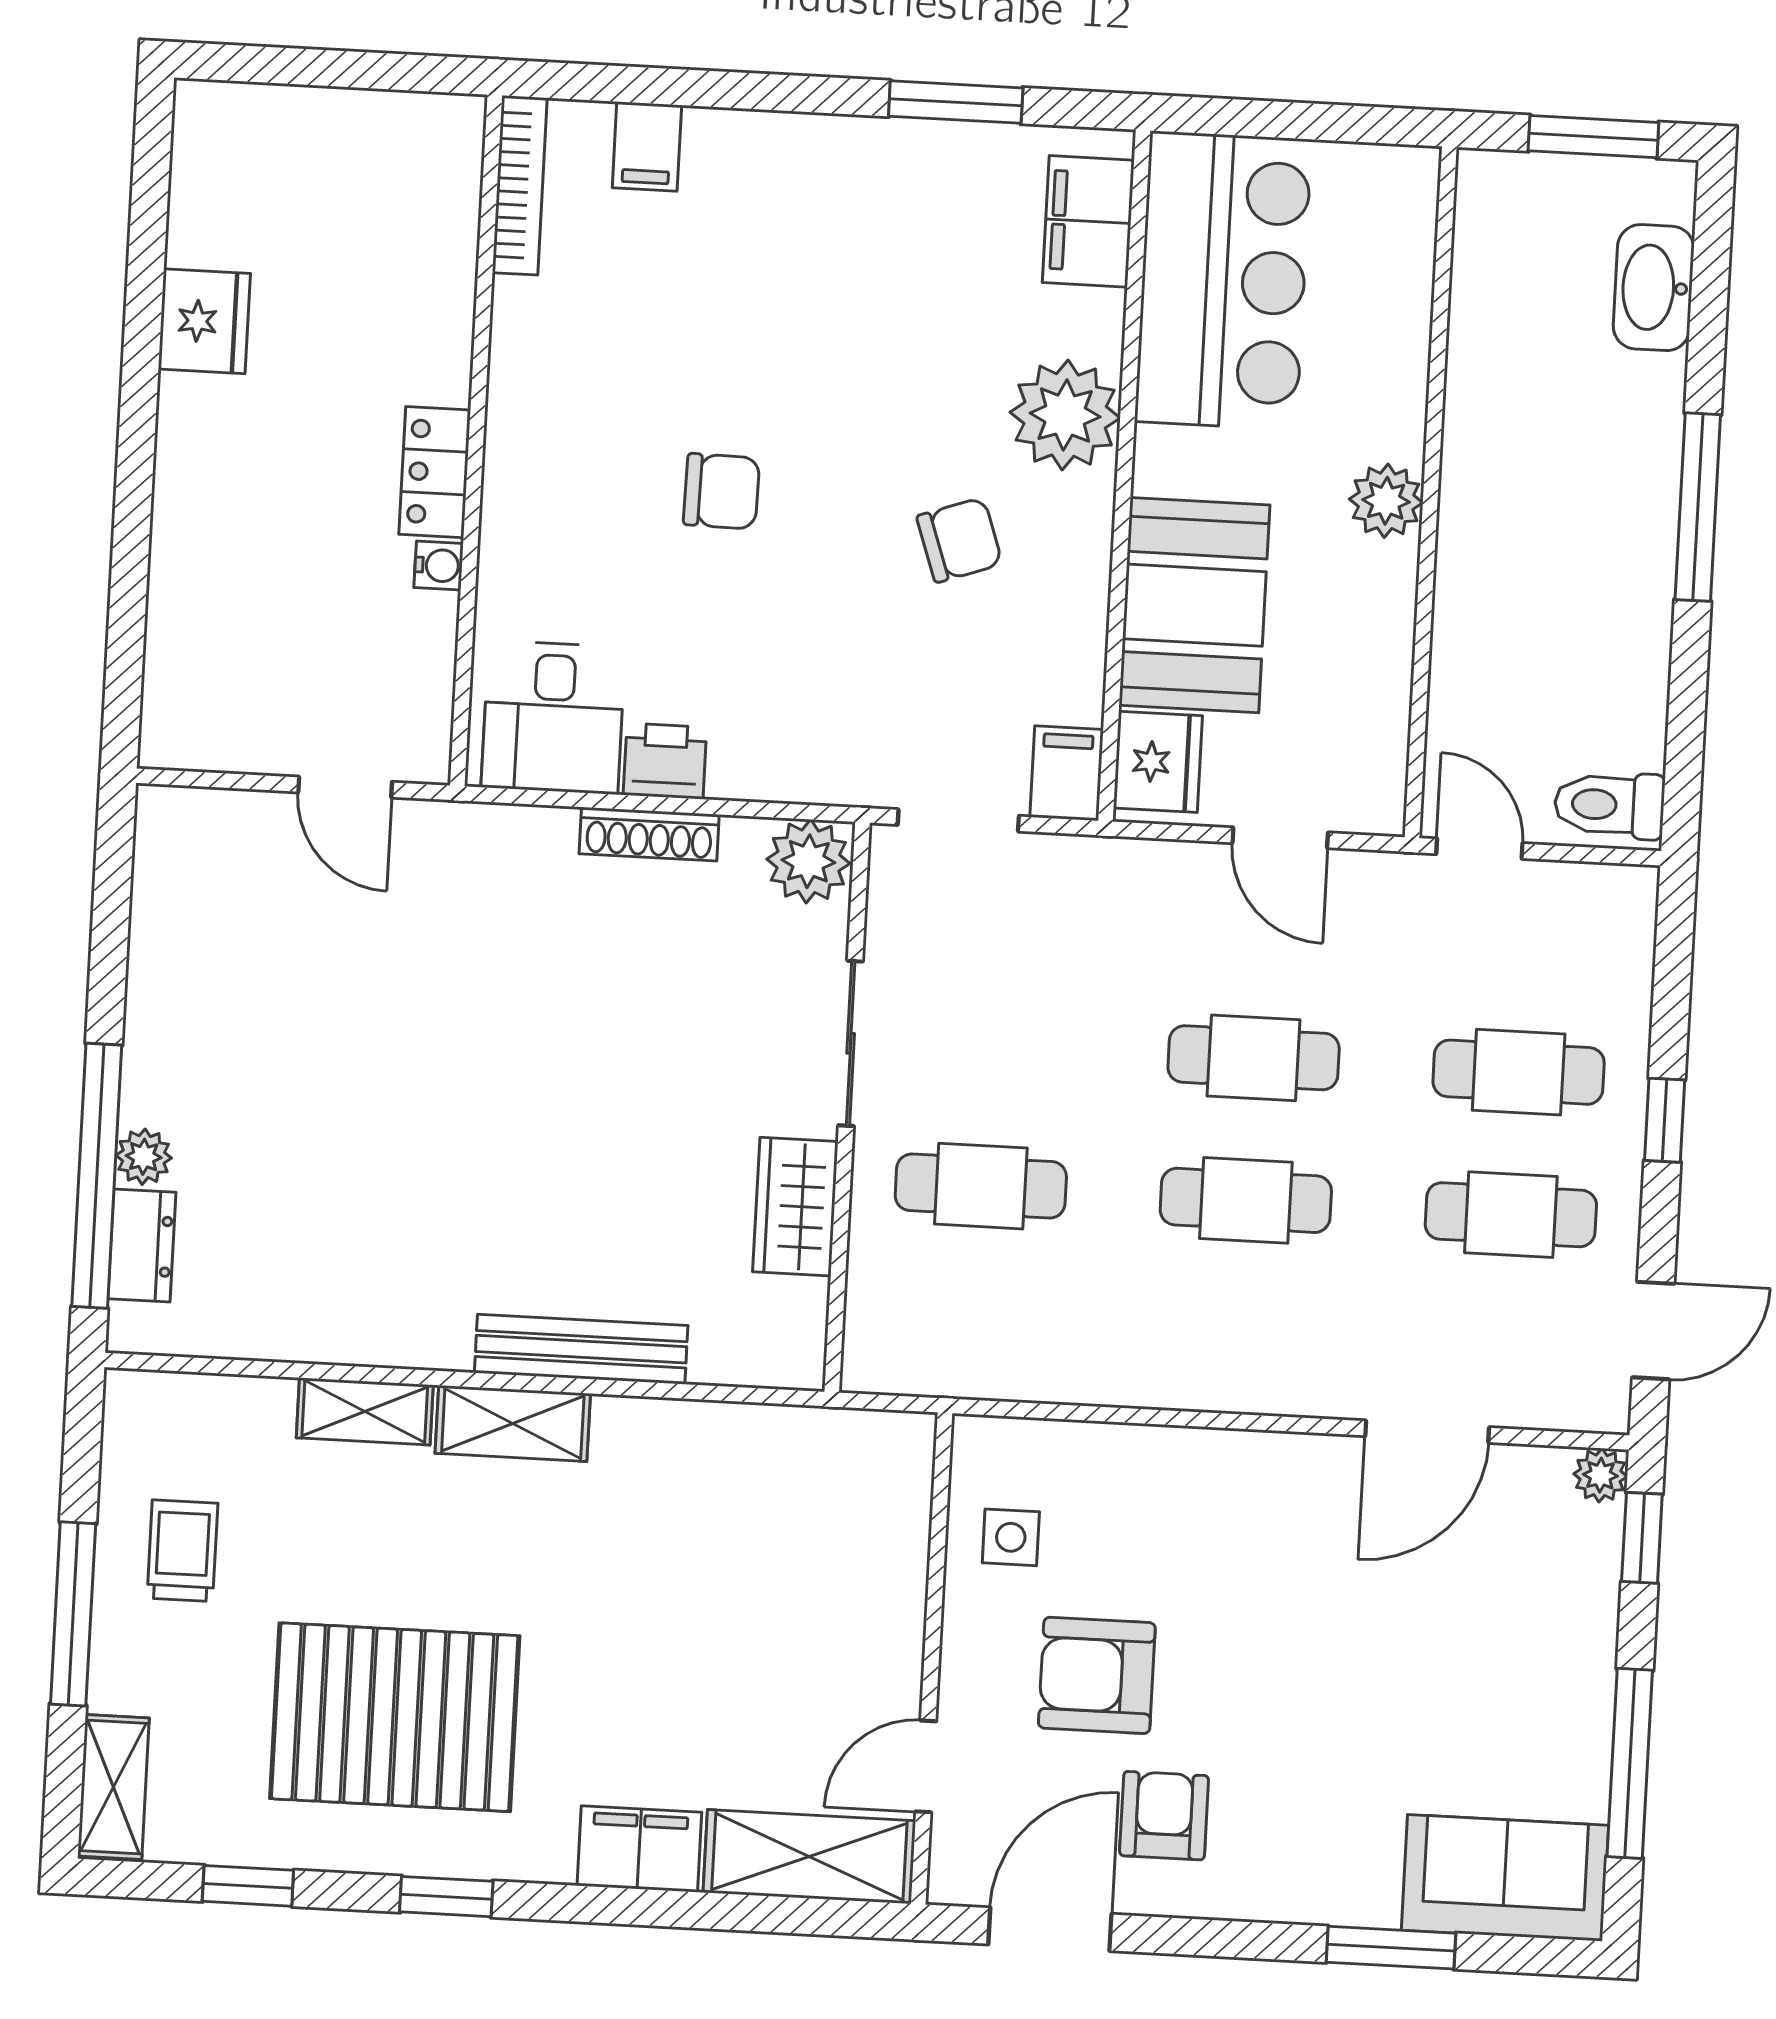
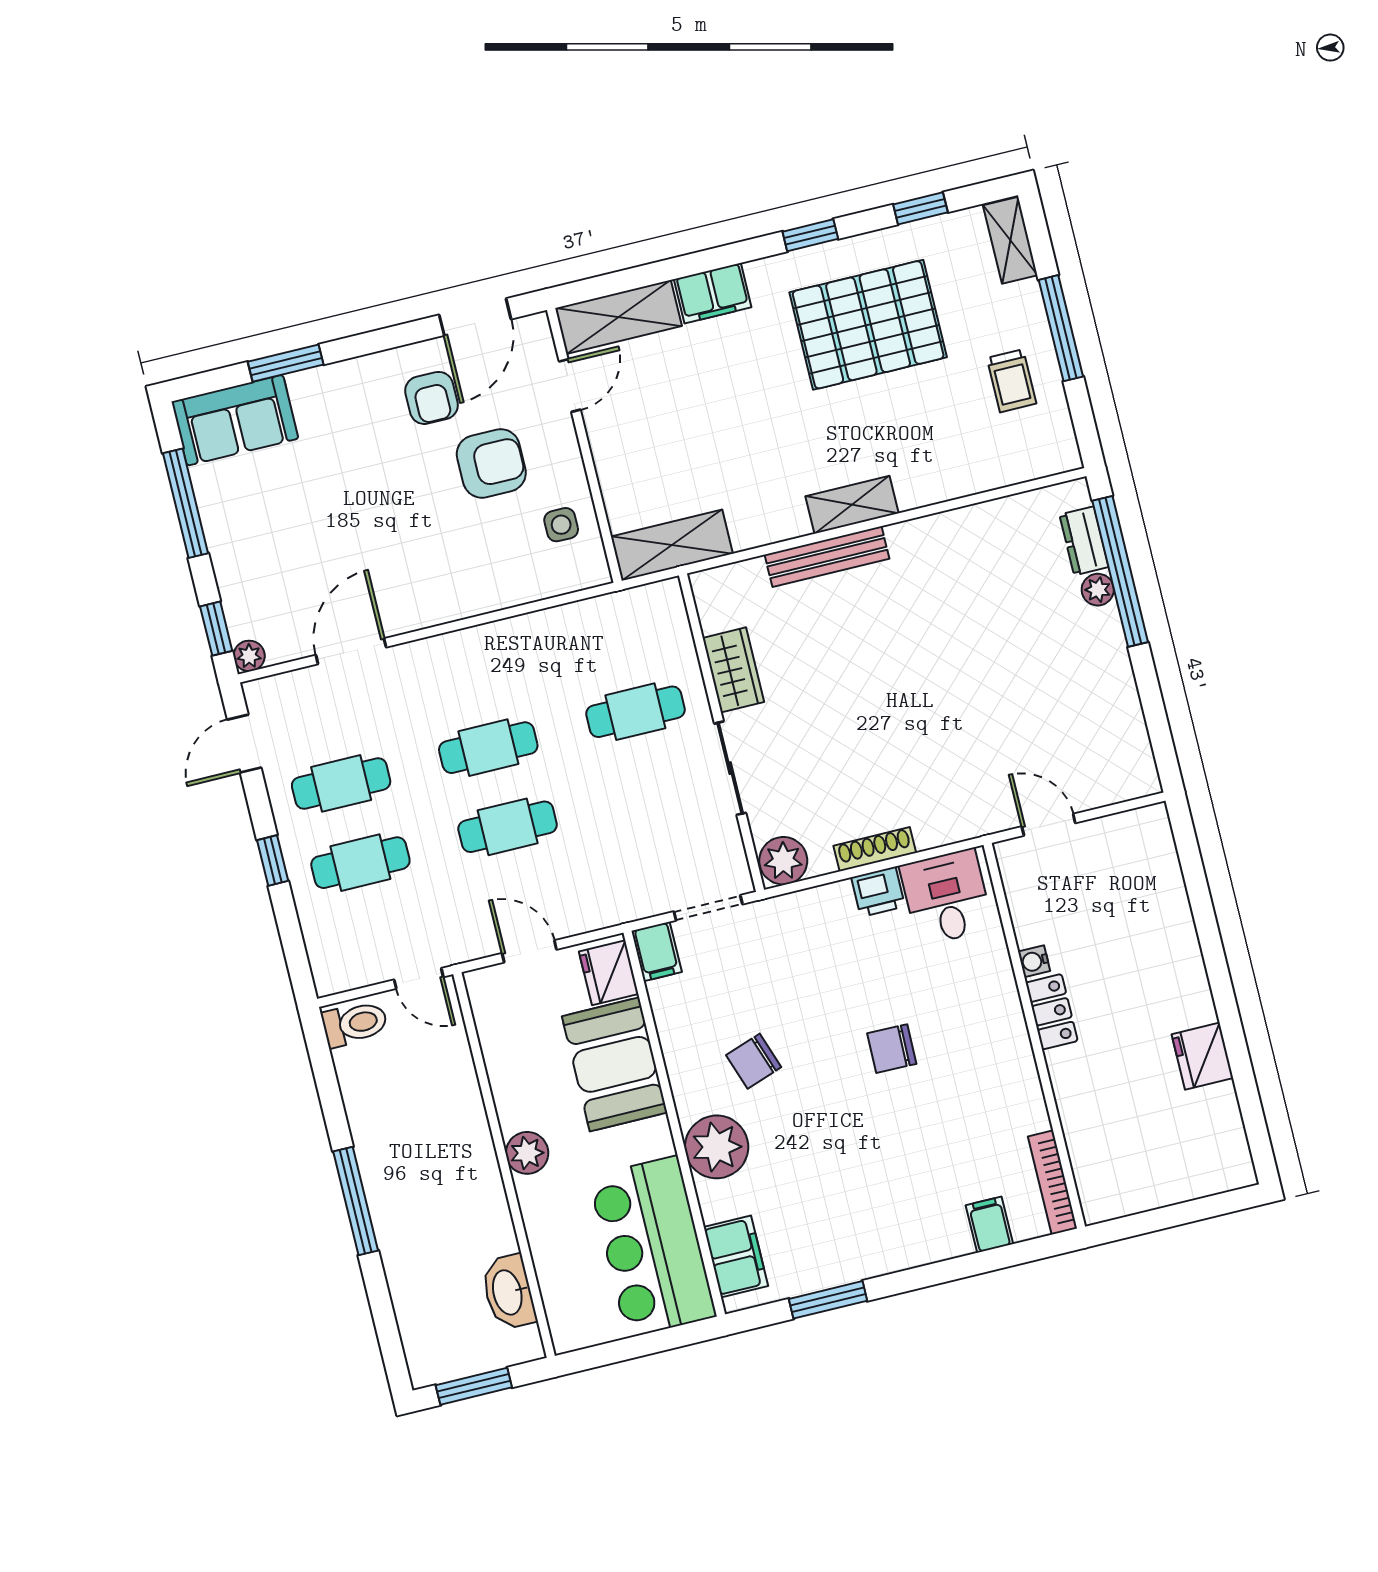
washbasin: (1654, 288) -> (508, 1292), moved, turned 180
shelving: (365, 1411) -> (672, 545), moved, width x1.50, depth x1.33

